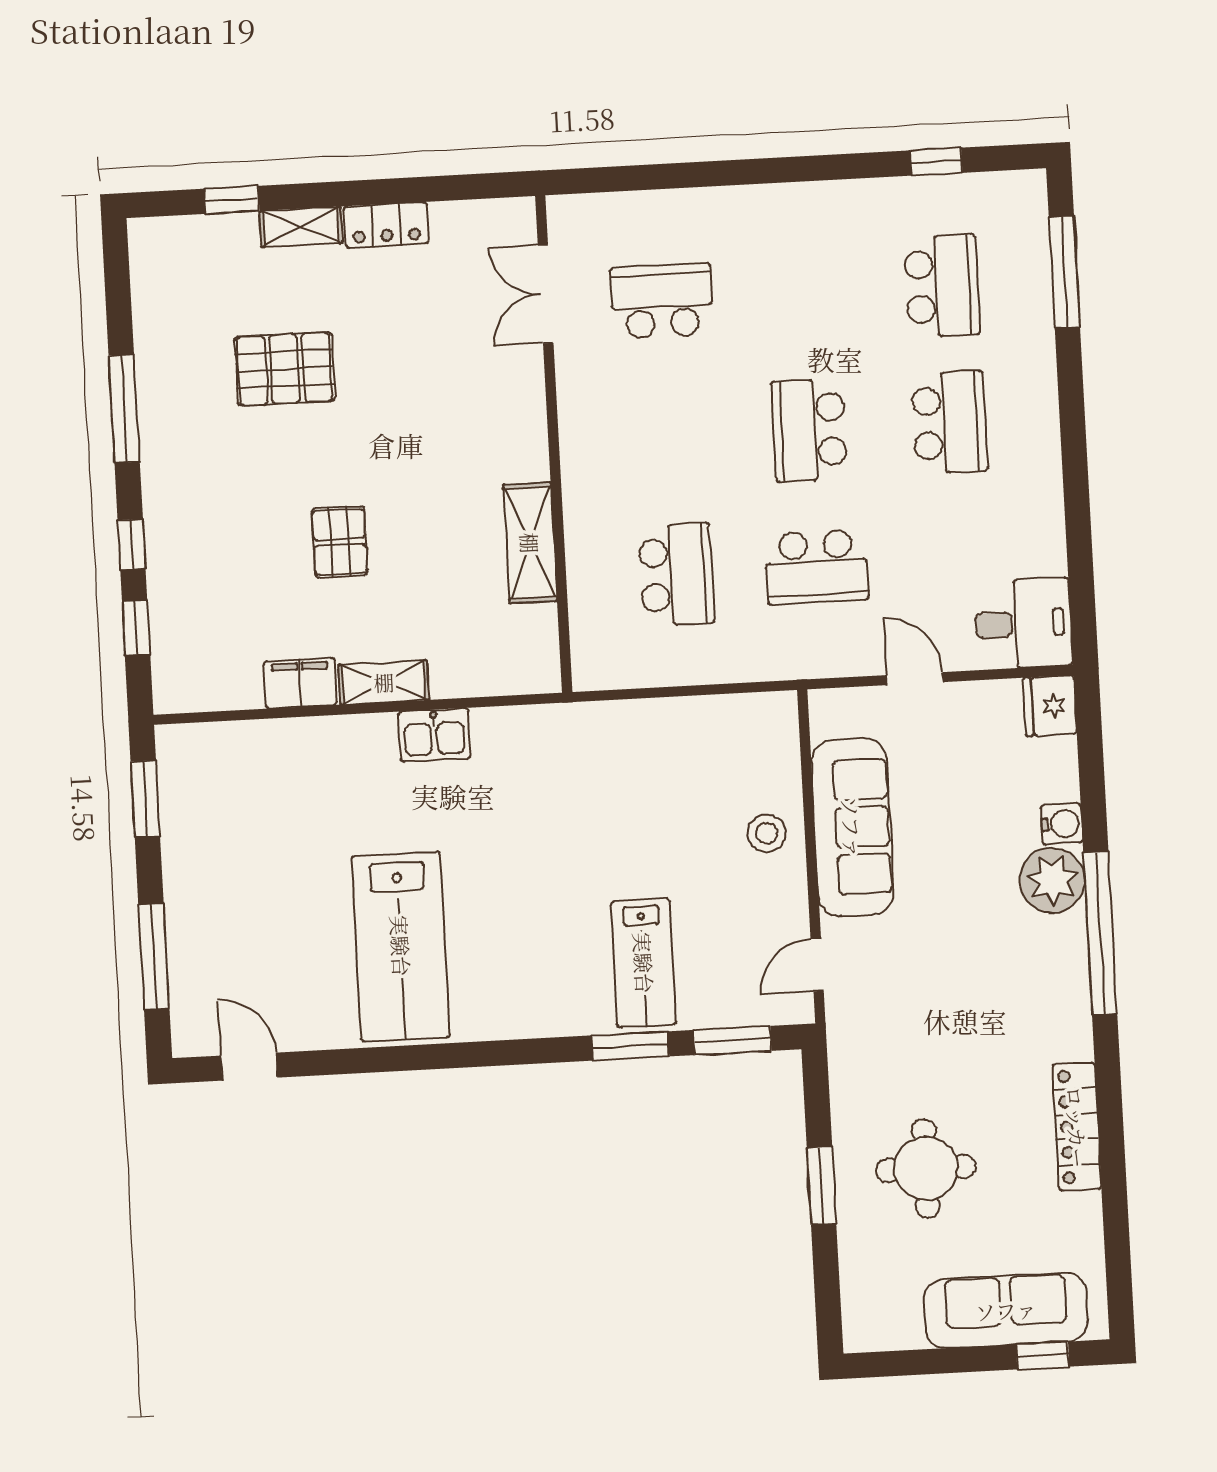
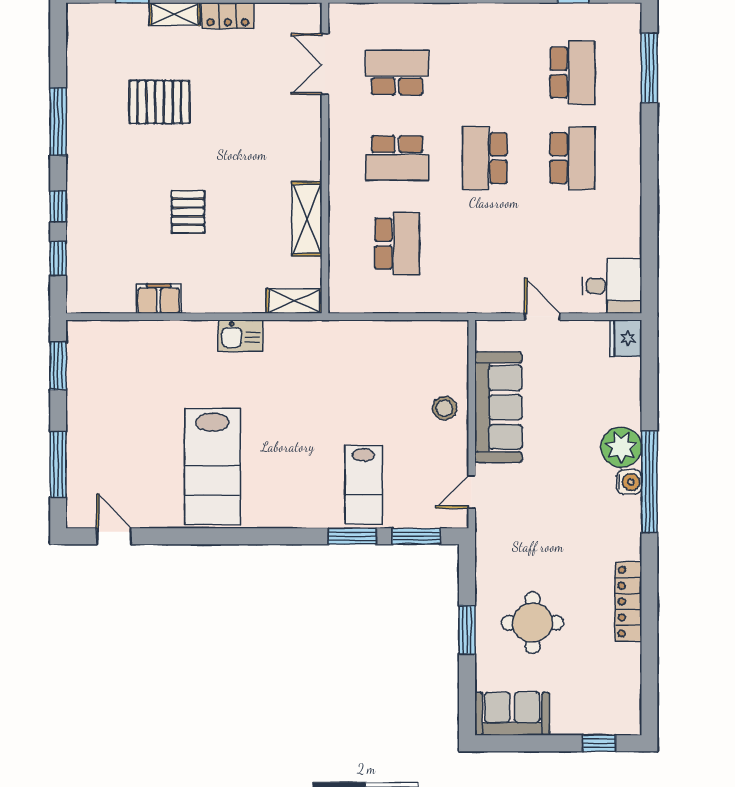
school desk: (817, 567) -> (397, 158), moved
shelving: (384, 682) -> (294, 301), moved
water cooler: (1062, 824) -> (629, 482), moved
sofa: (1006, 1310) -> (512, 714), moved, width x0.73

